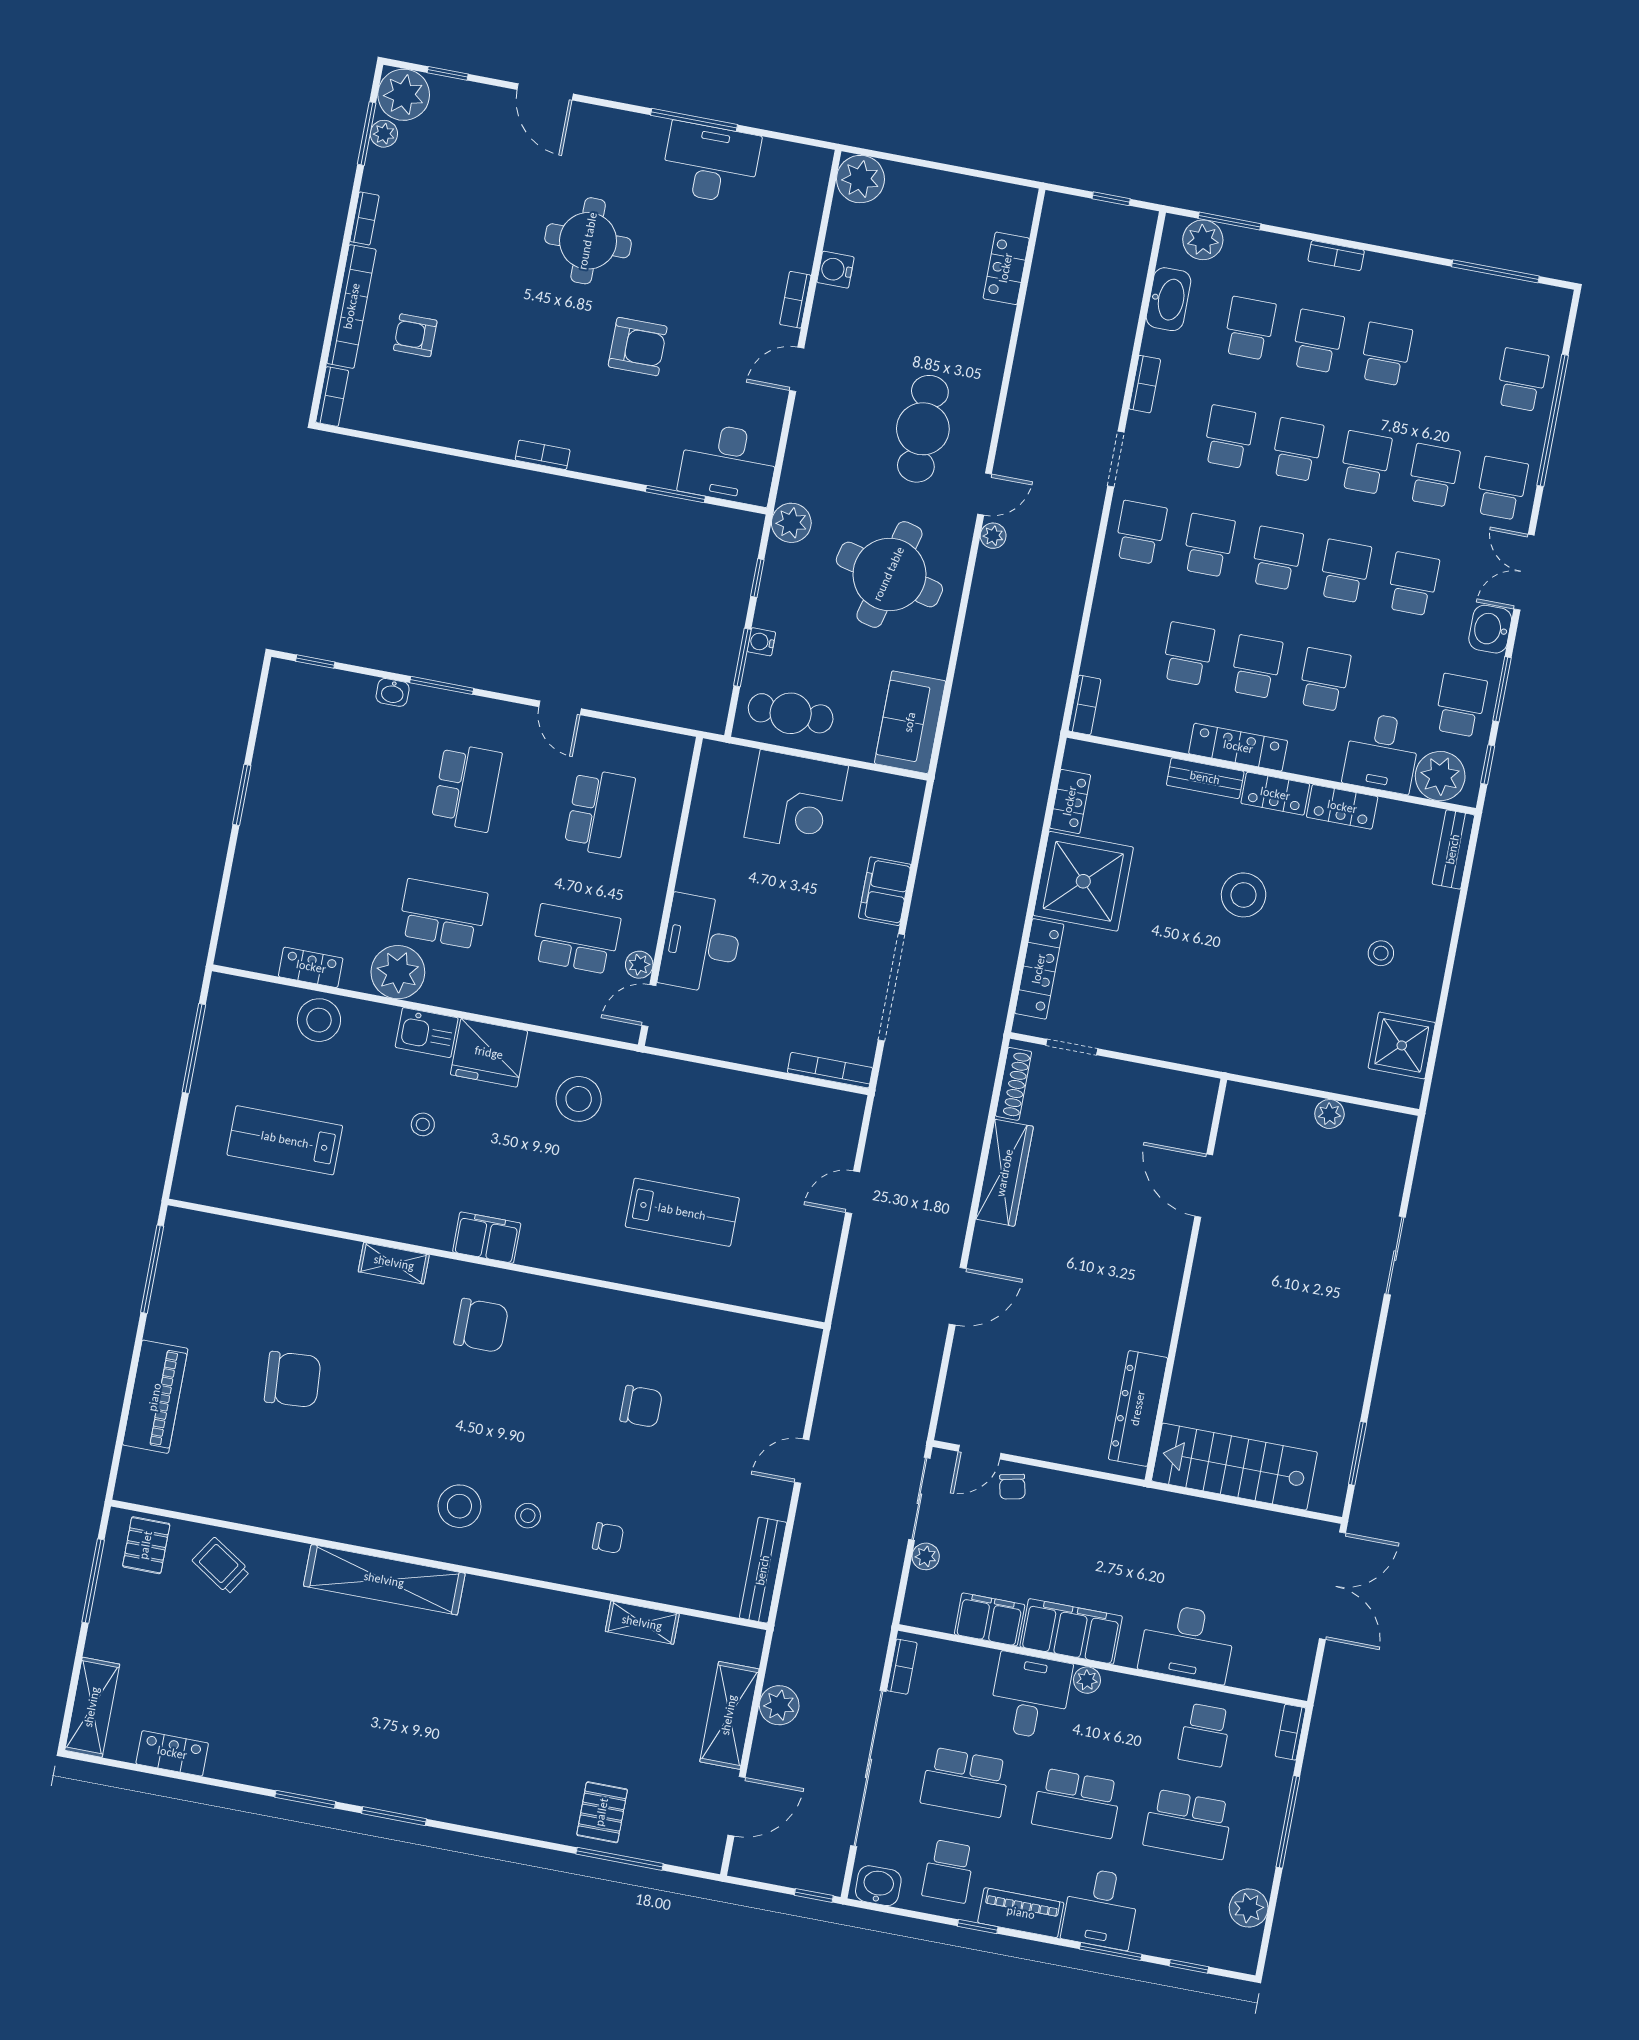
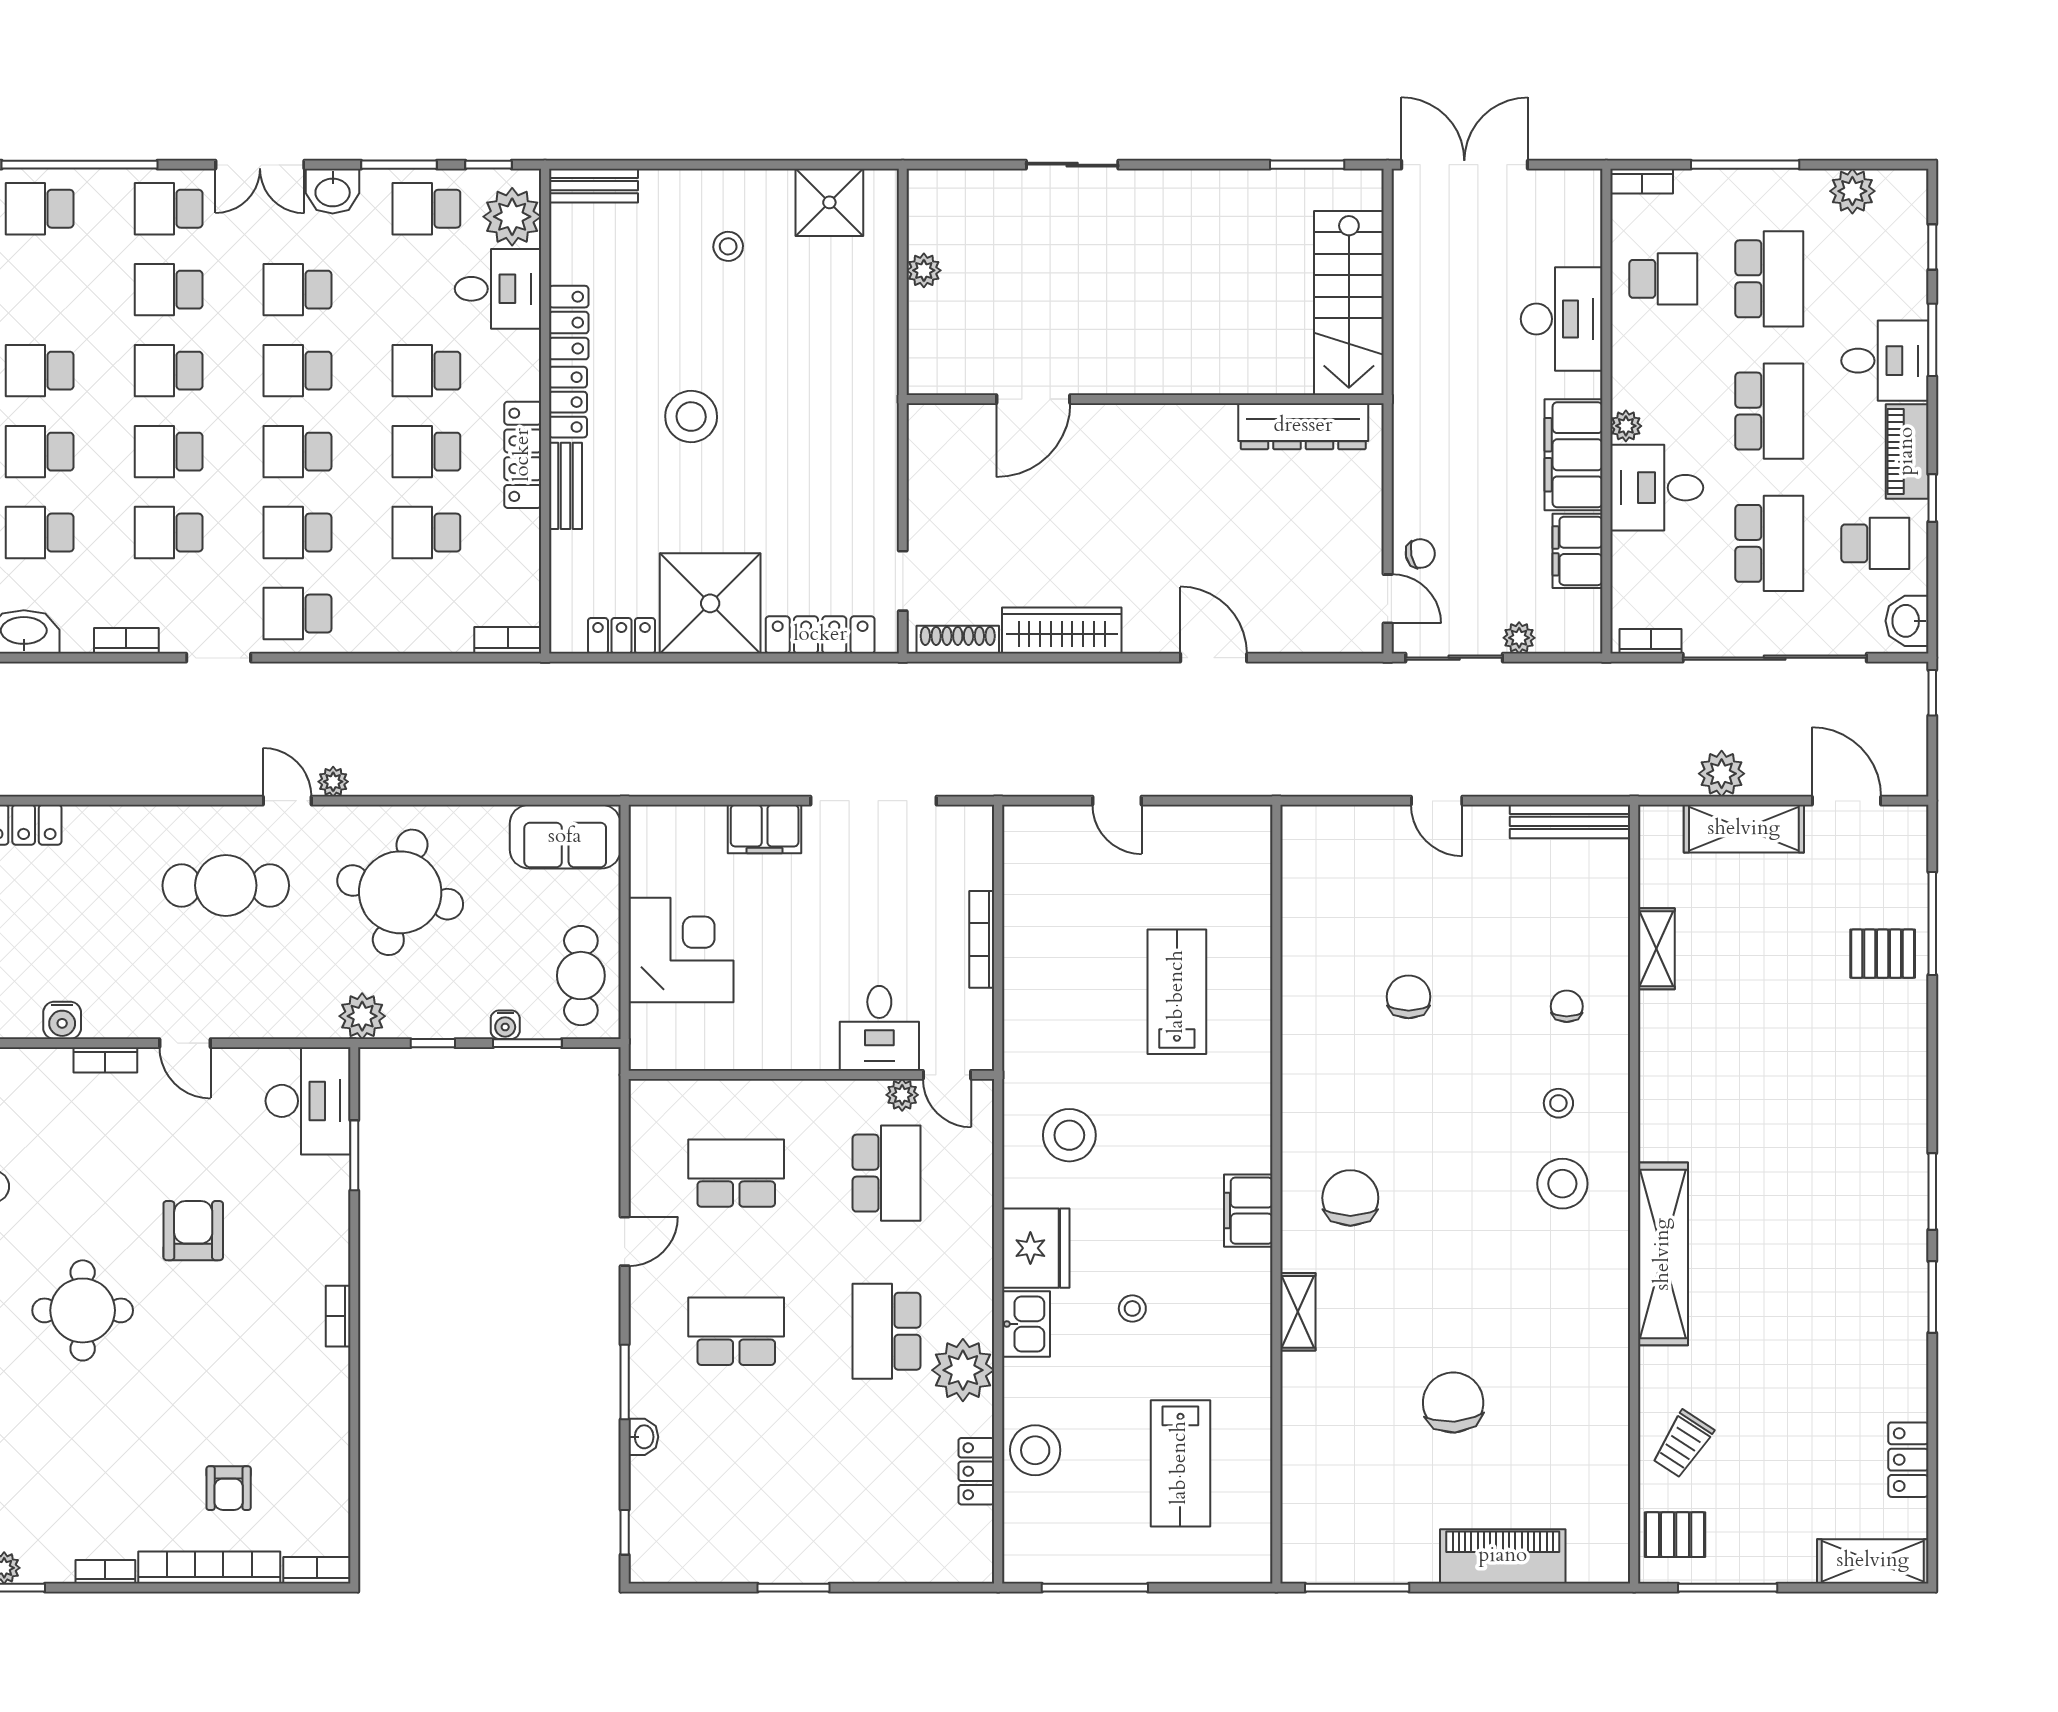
school desk: (576, 939) -> (887, 1173), turned 180
desk: (701, 944) -> (879, 1028), width x0.73
bookcase: (830, 1070) -> (982, 939), moved

